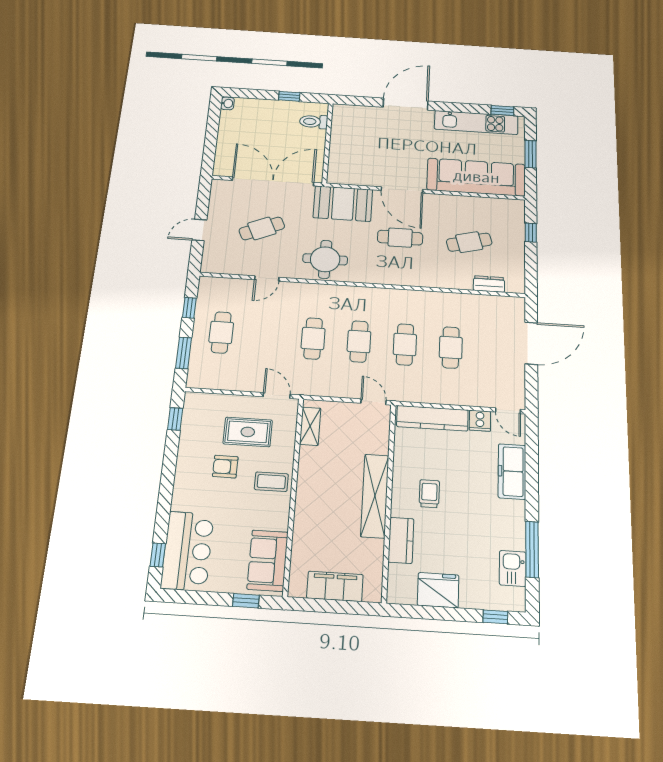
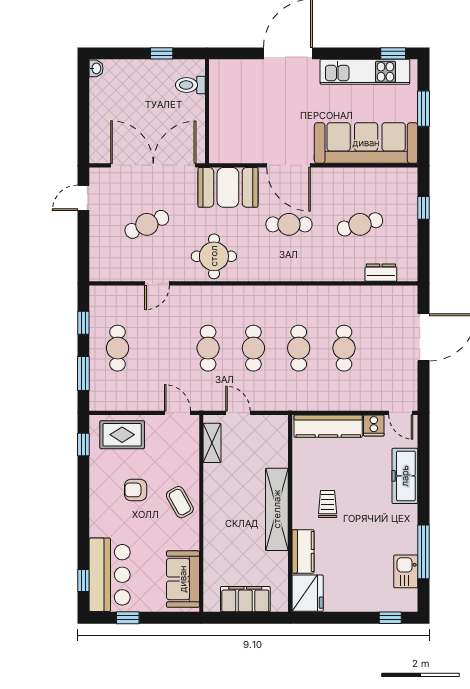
door: (199, 230) -> (83, 198), moved
door: (373, 402) -> (238, 413), moved
rug: (248, 432) -> (122, 435), moved
coffee table: (271, 482) -> (180, 502), turned 61
fridge: (438, 590) -> (308, 593), moved, turned 90
window: (246, 601) -> (128, 618), moved

